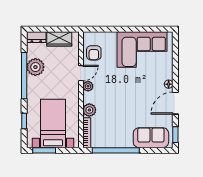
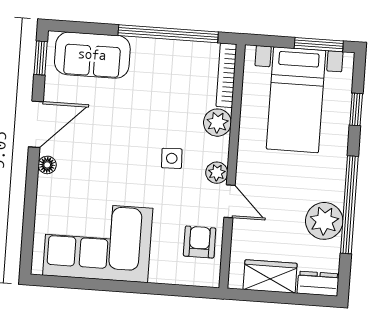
door: (81, 73) -> (230, 201), swing flipped
side table: (110, 92) -> (172, 158), added

